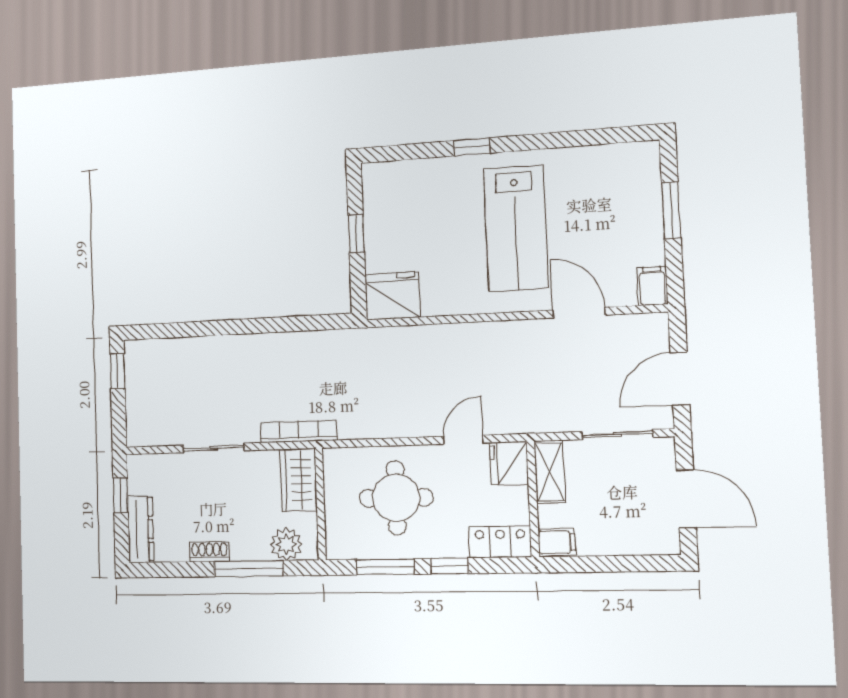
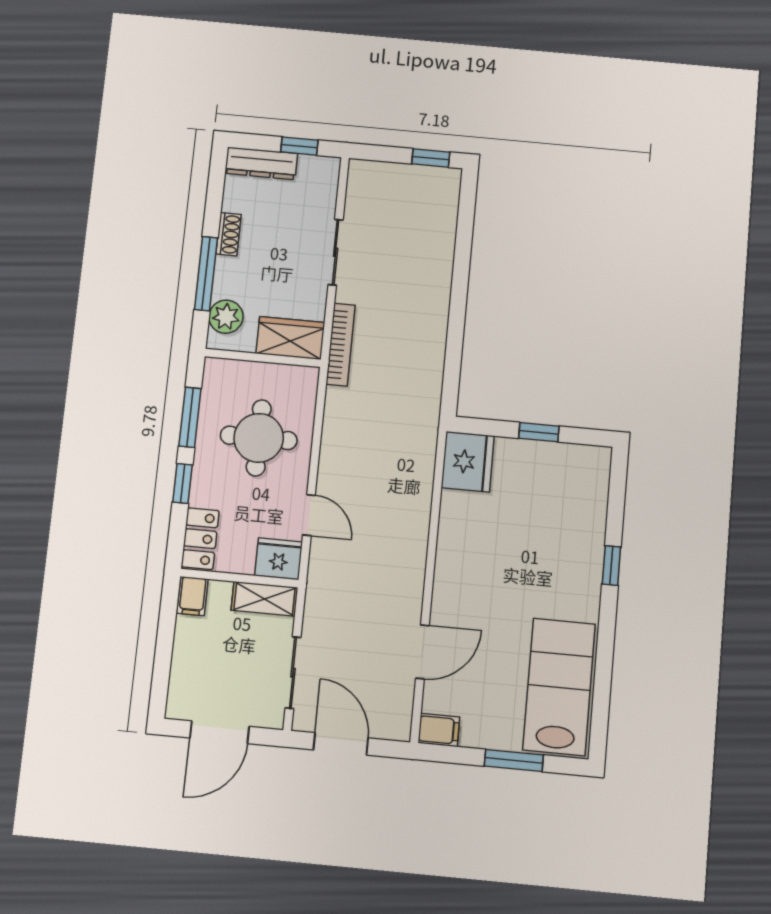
lab bench: (516, 228) -> (559, 687), moved, turned 90

